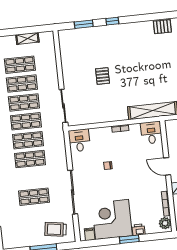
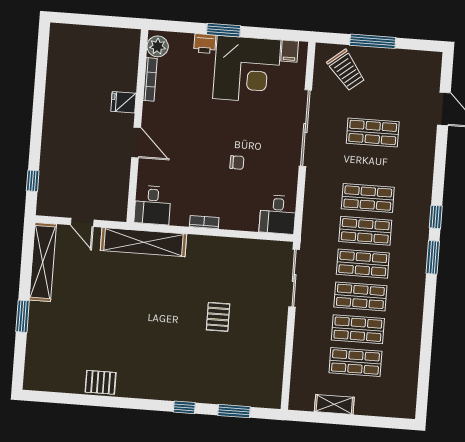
trolley: (56, 229) -> (346, 70), turned 43

